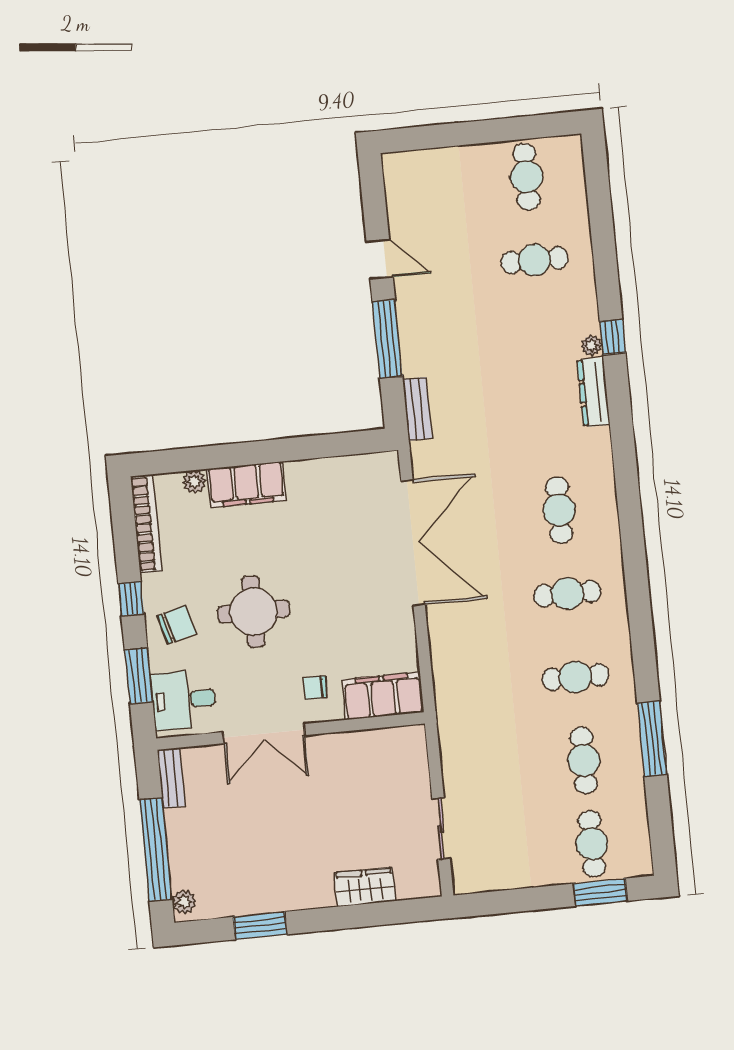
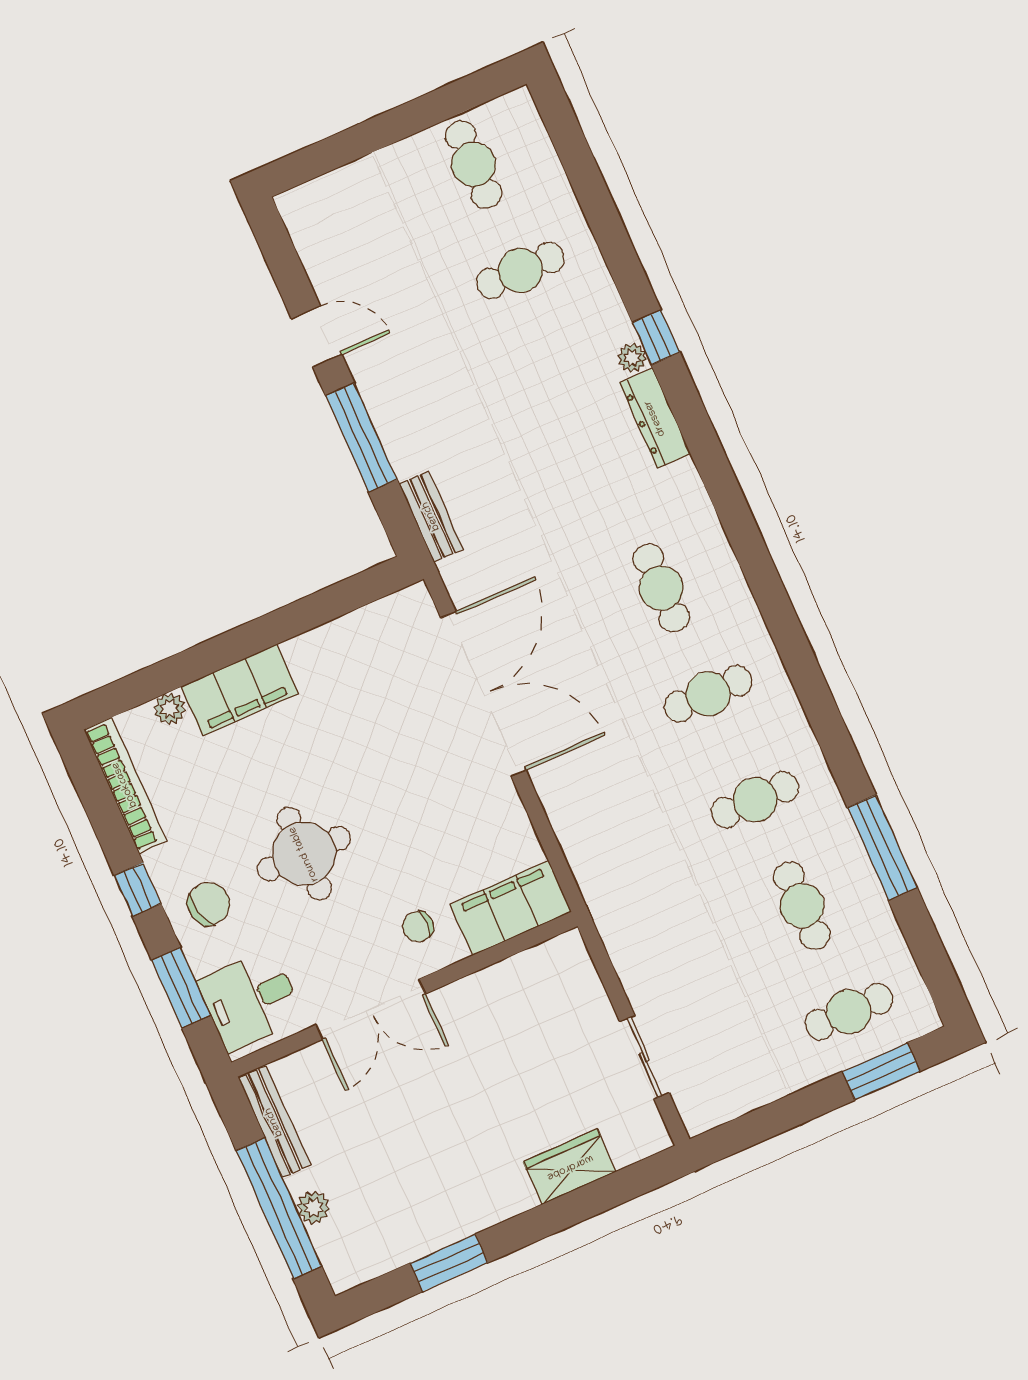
bench: (171, 778) -> (274, 1122), width x1.36
cafe table: (592, 844) -> (849, 1011), turned 90
plant: (184, 902) -> (314, 1208), moved

